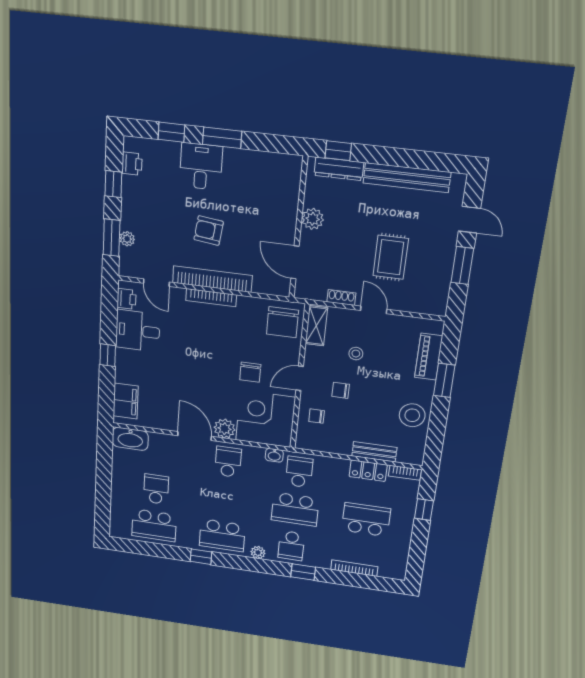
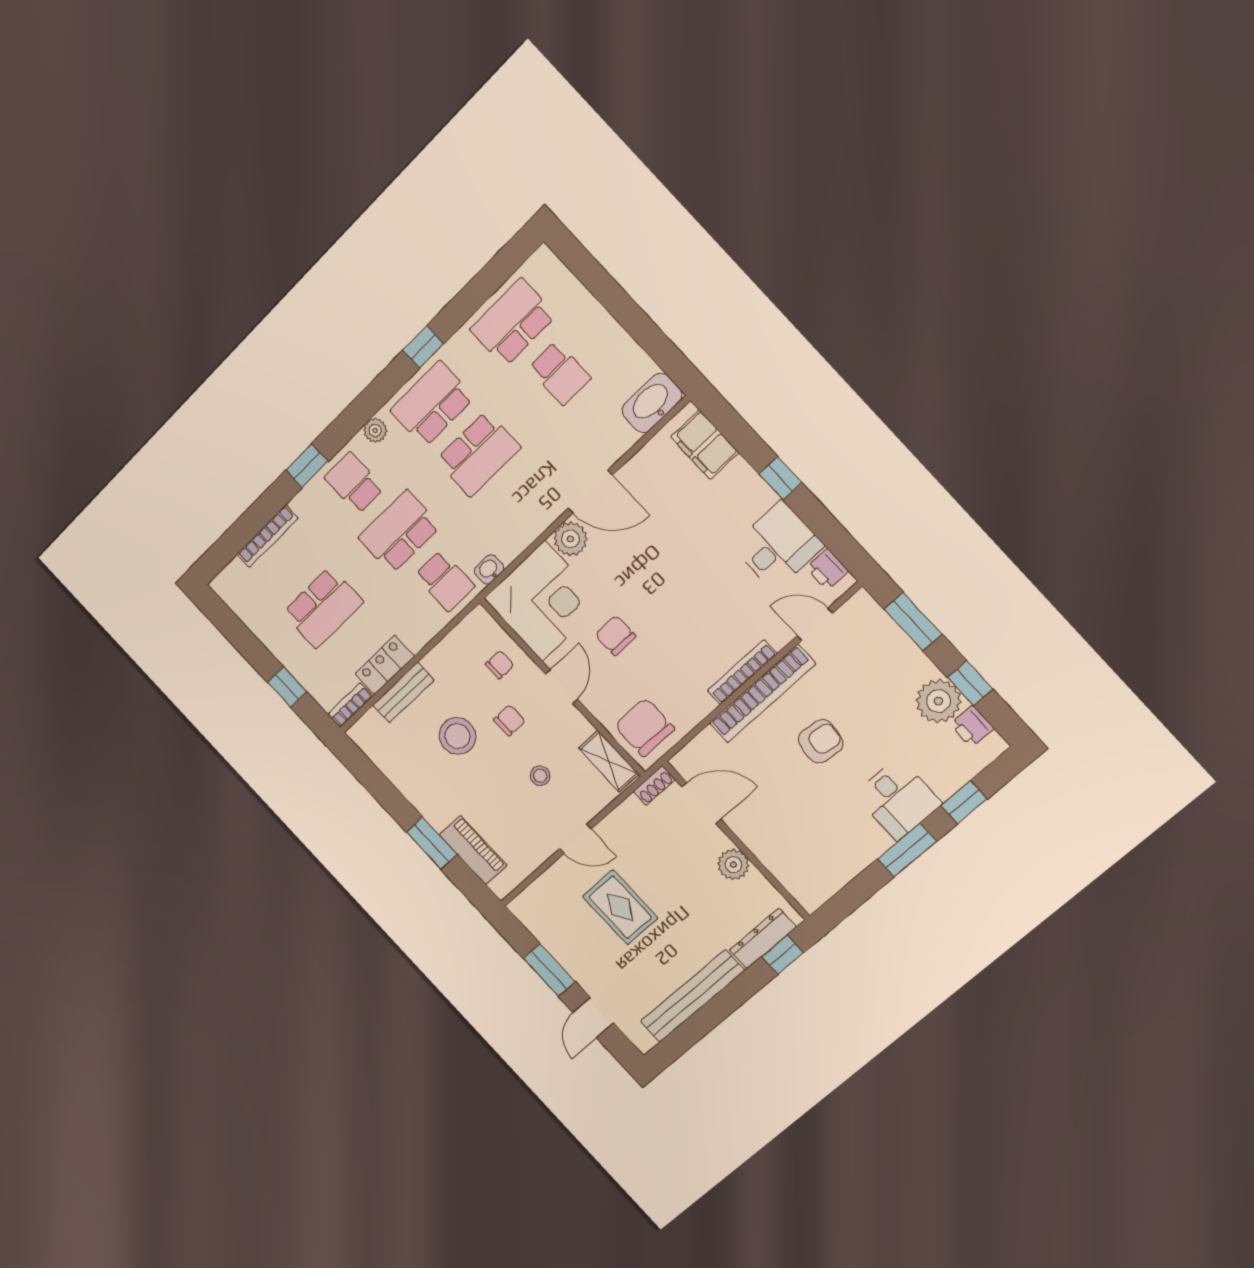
door: (469, 220) -> (593, 1018), hinge flipped
plant: (127, 239) -> (939, 701), moved, width x1.88, depth x1.88
shoe rack: (341, 297) -> (654, 785), moved
stool: (412, 415) -> (457, 736), moved
school desk: (228, 462) -> (478, 454), moved, width x1.85

